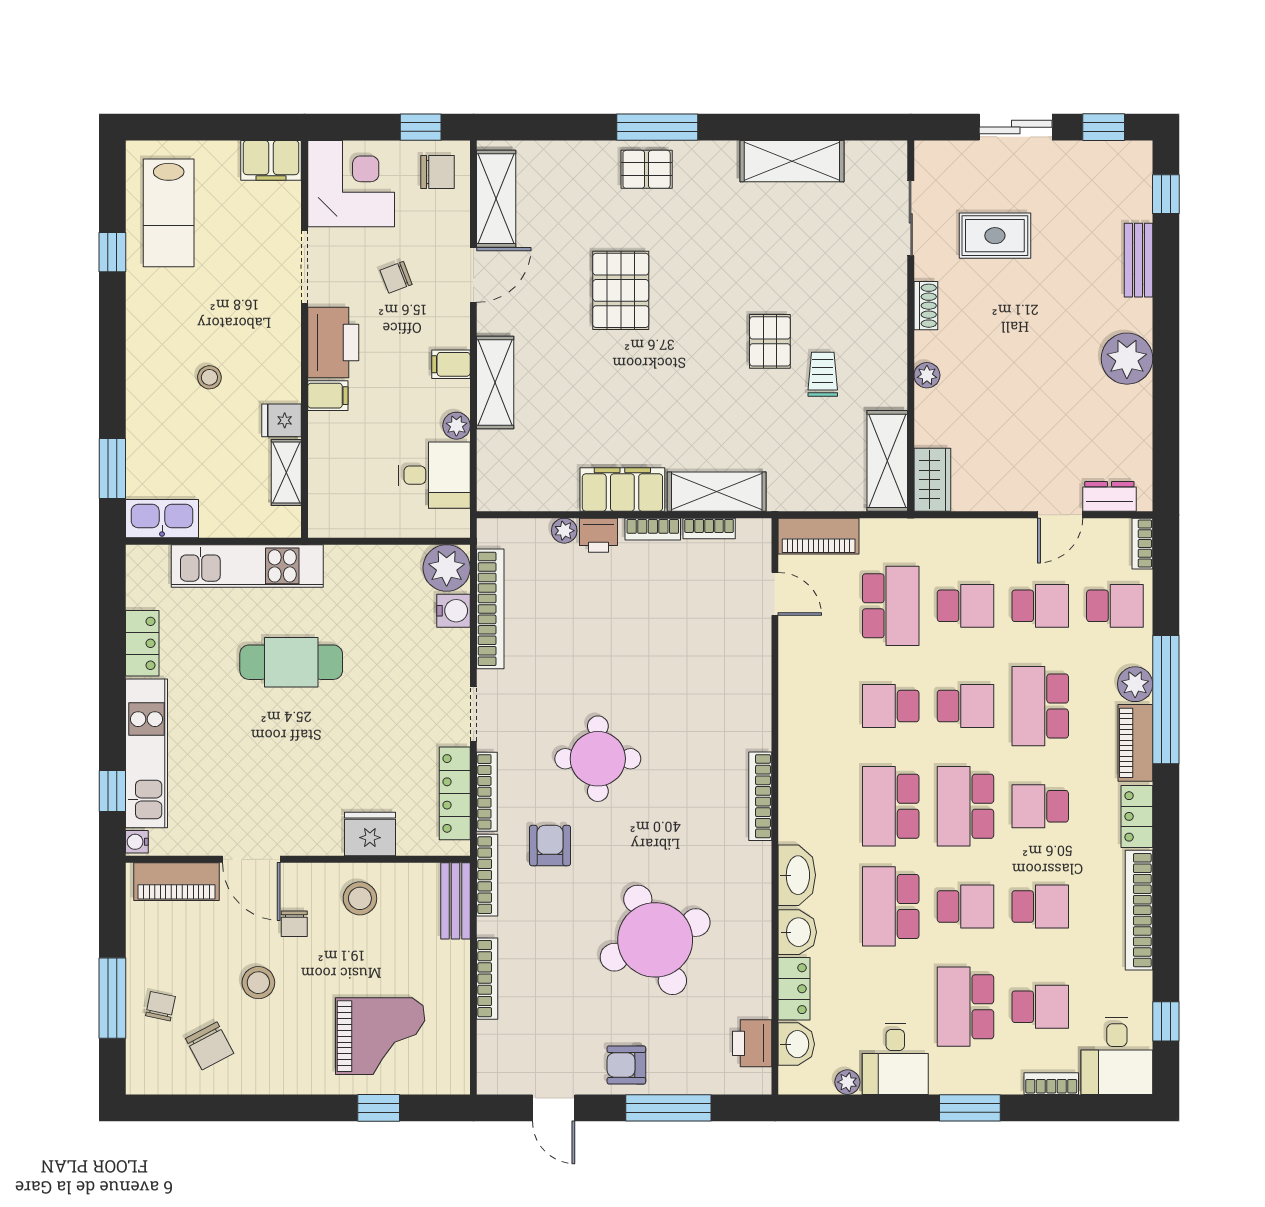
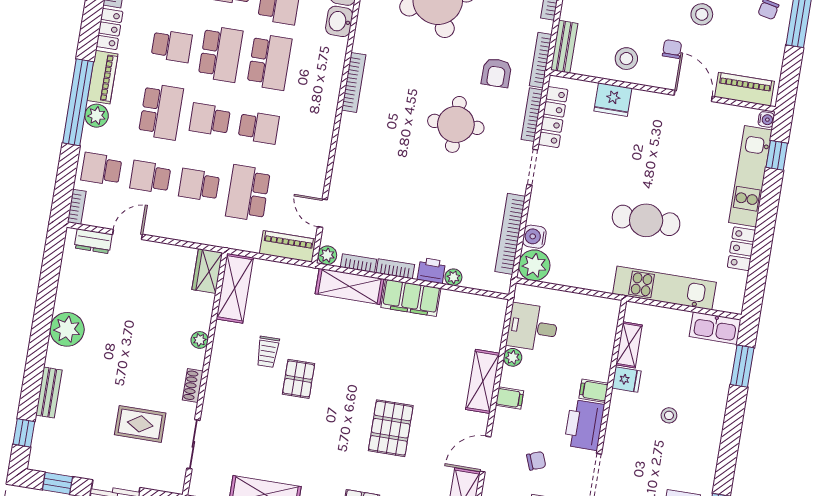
plant: (758, 533) -> (327, 255), added
washbasin: (797, 875) -> (339, 21), width x0.72

